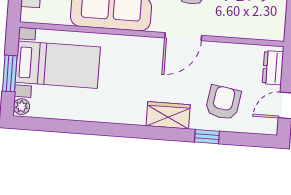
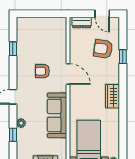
wardrobe: (168, 115) -> (113, 96), moved

